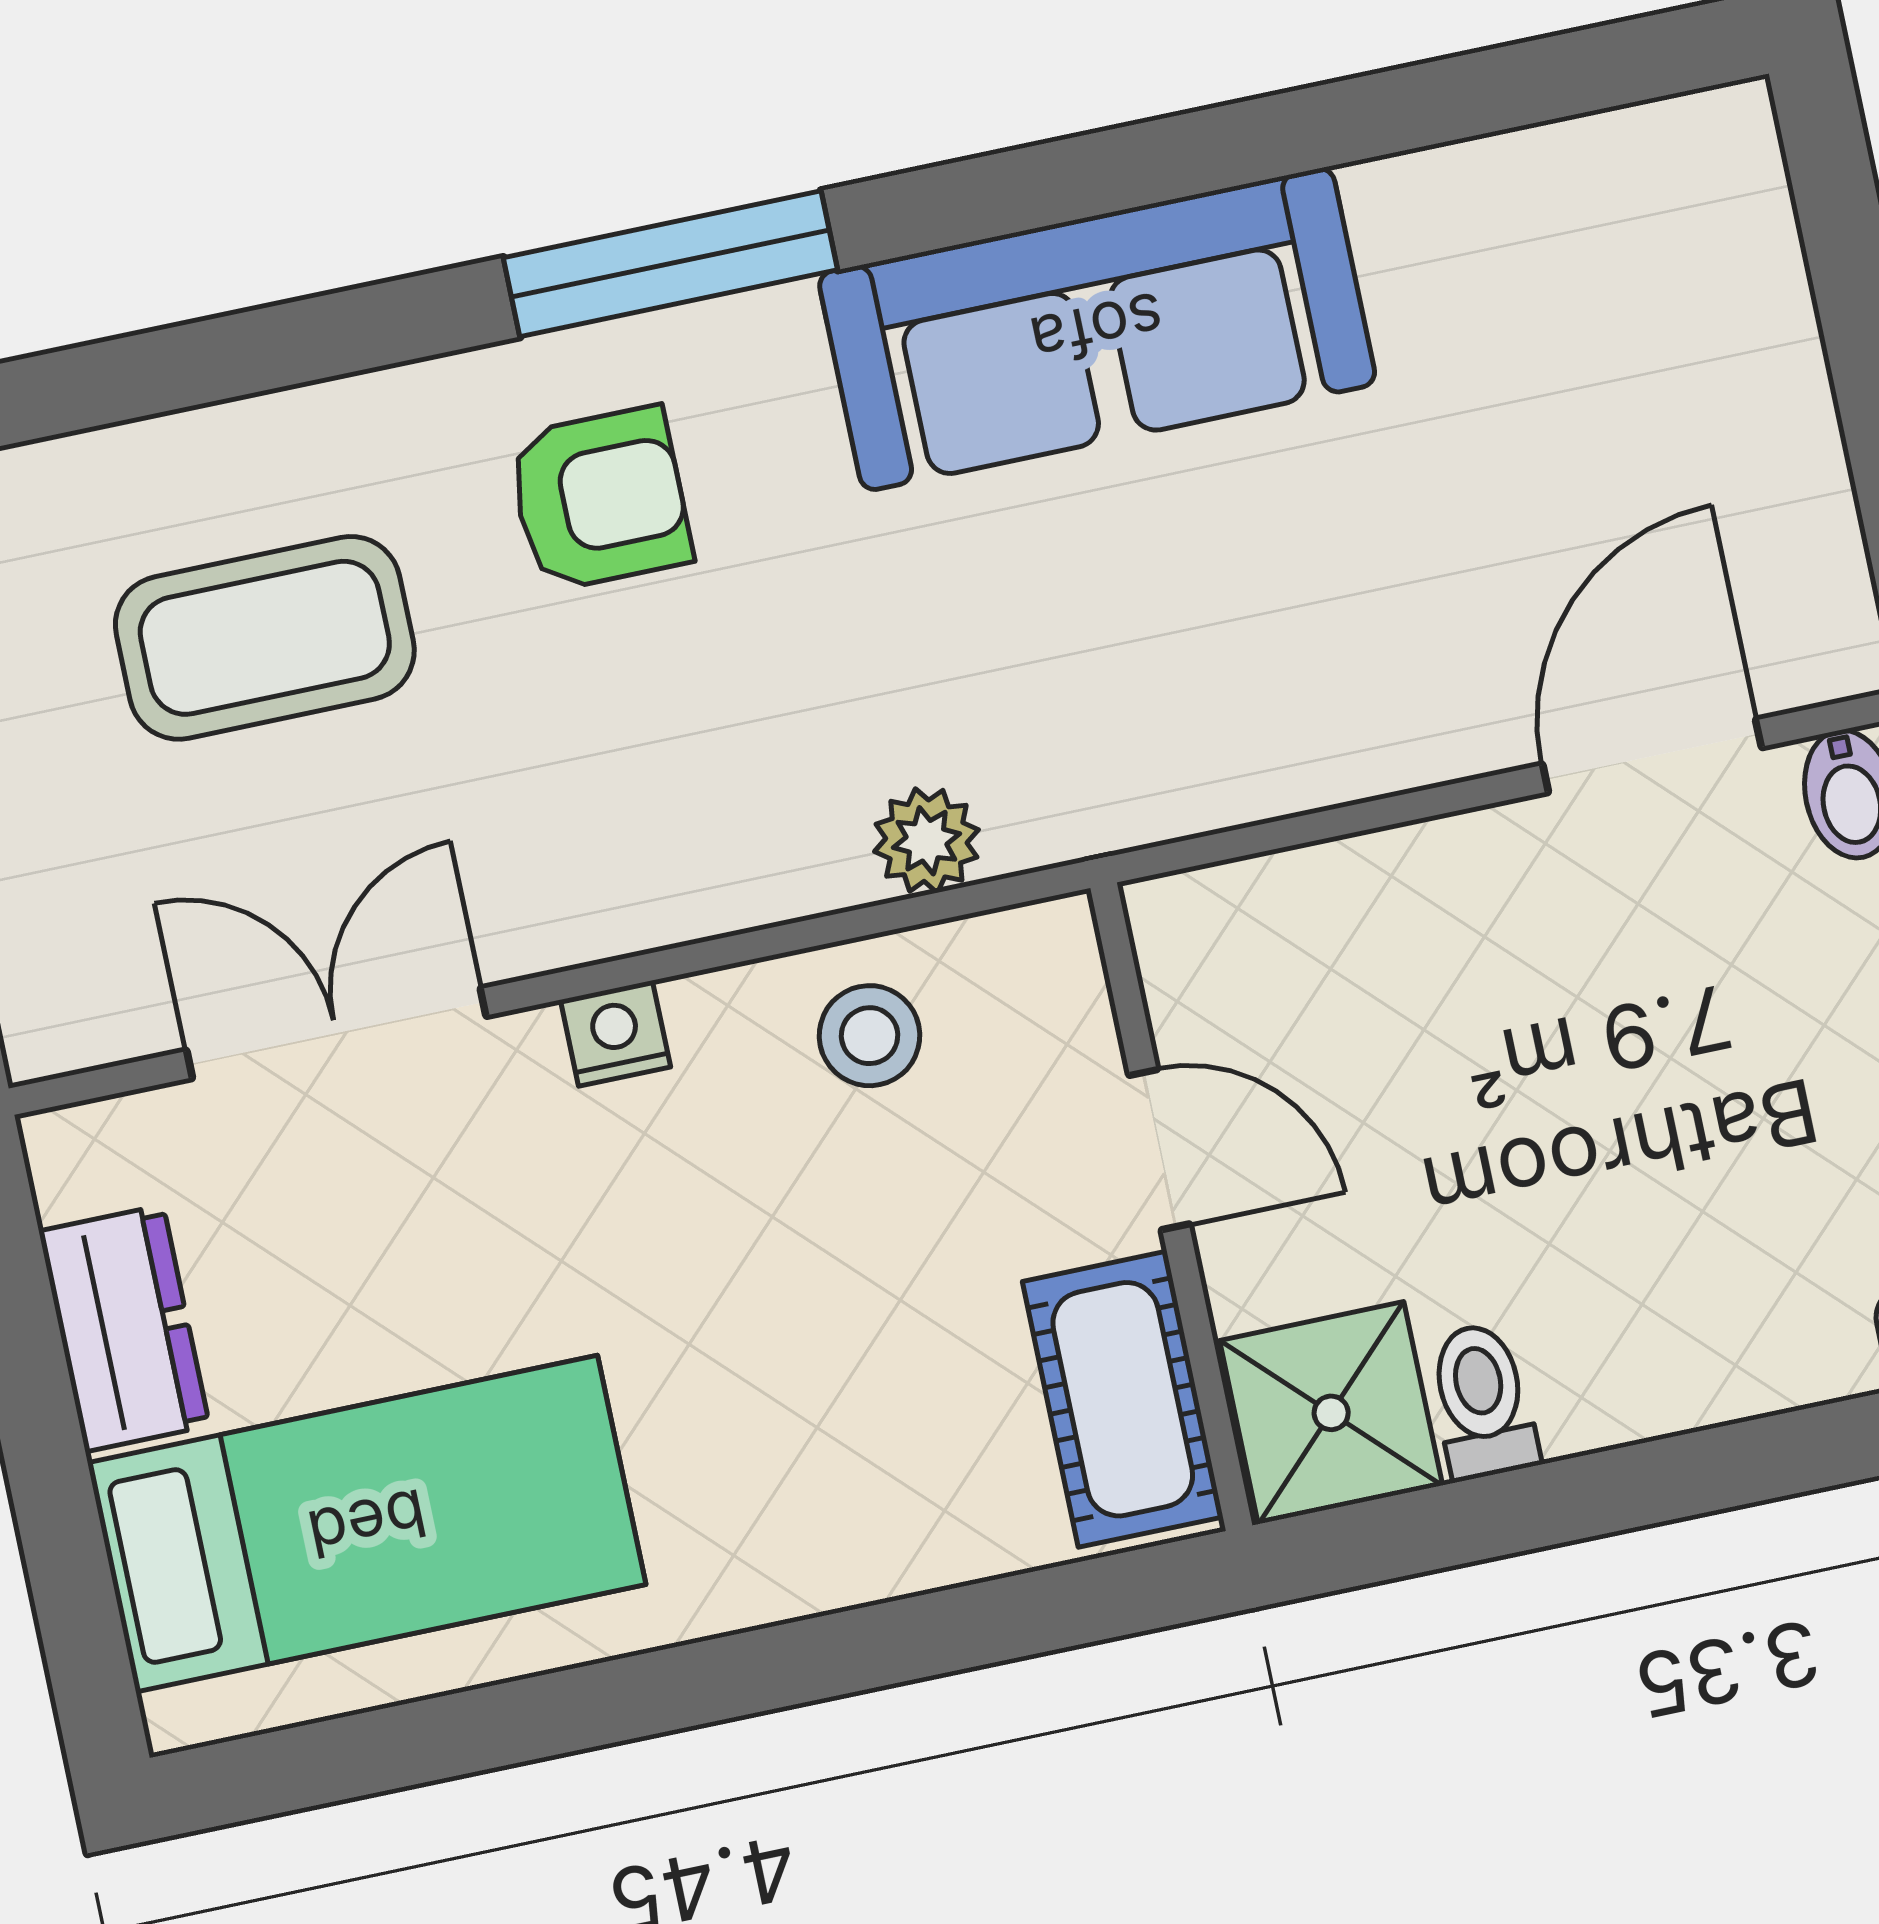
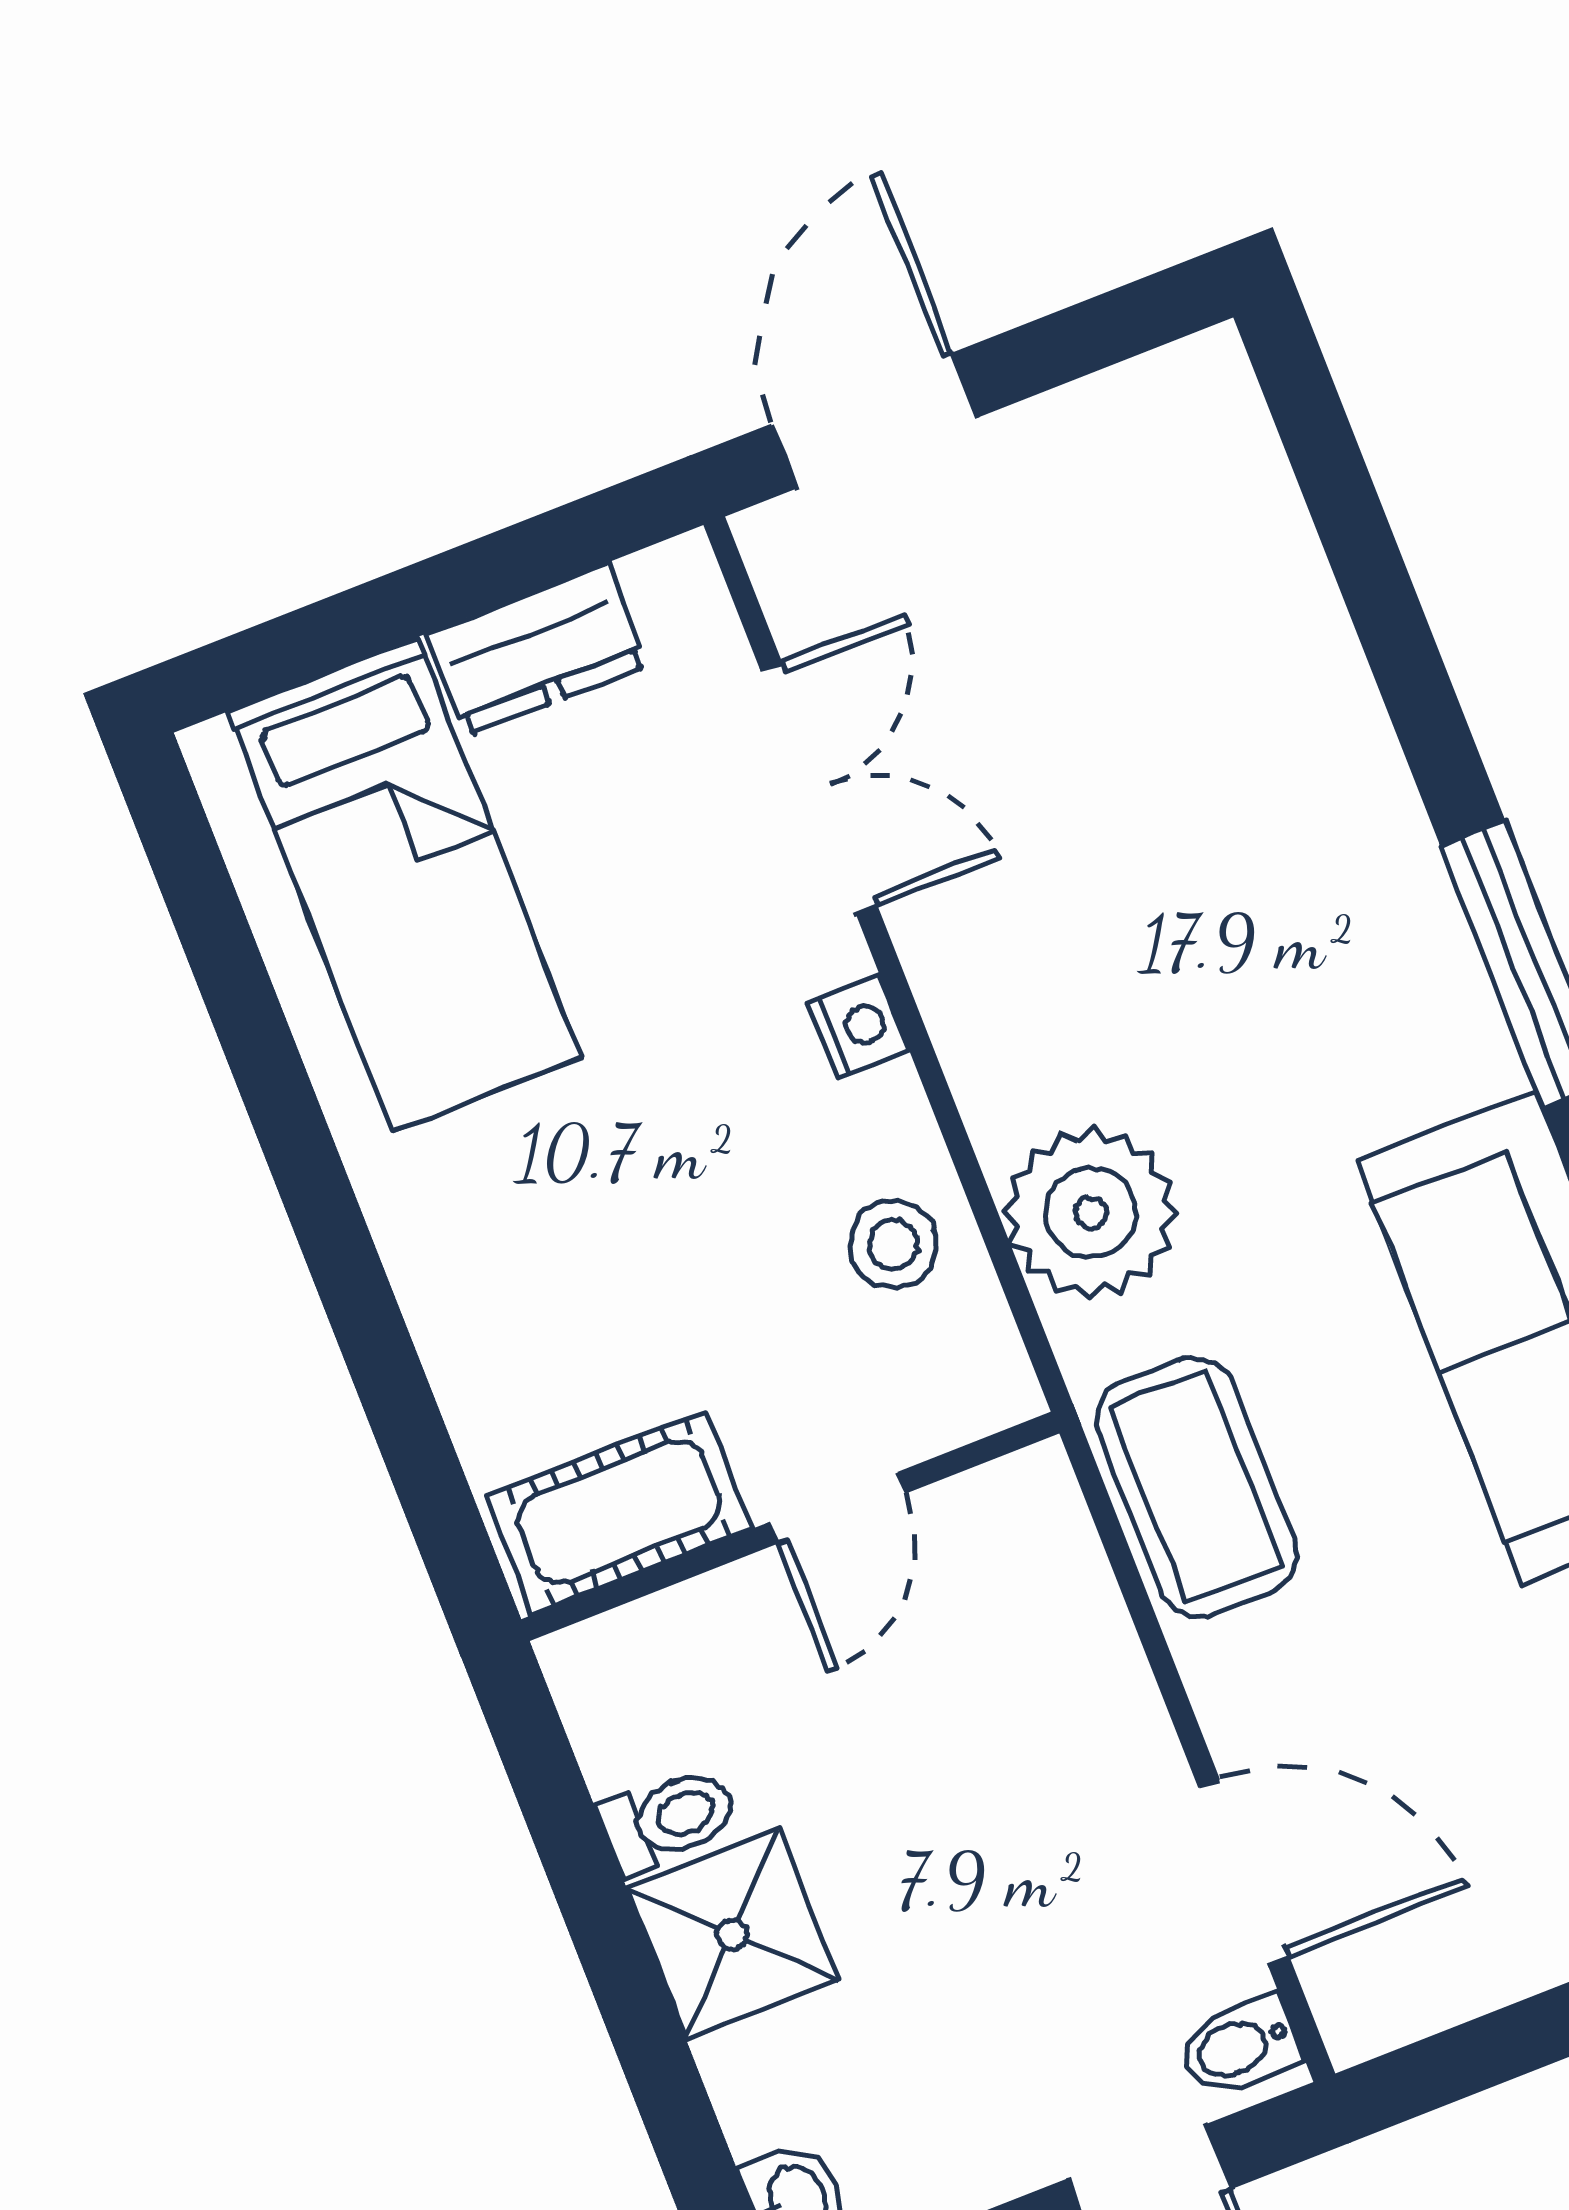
armchair: (600, 499) -> (1313, 937), removed
coffee table: (265, 638) -> (1197, 1487), moved
plant: (926, 841) -> (1091, 1212), width x1.87, depth x1.87
shower: (1331, 1413) -> (732, 1935), moved

